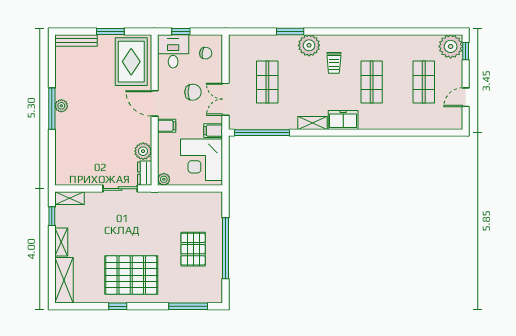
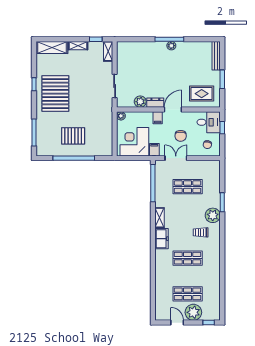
plant: (451, 46) -> (193, 312), moved
rug: (131, 62) -> (202, 94), width x0.73, depth x0.70
dresser: (145, 173) -> (155, 103), moved

